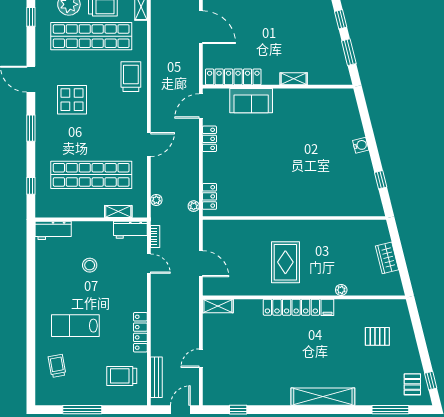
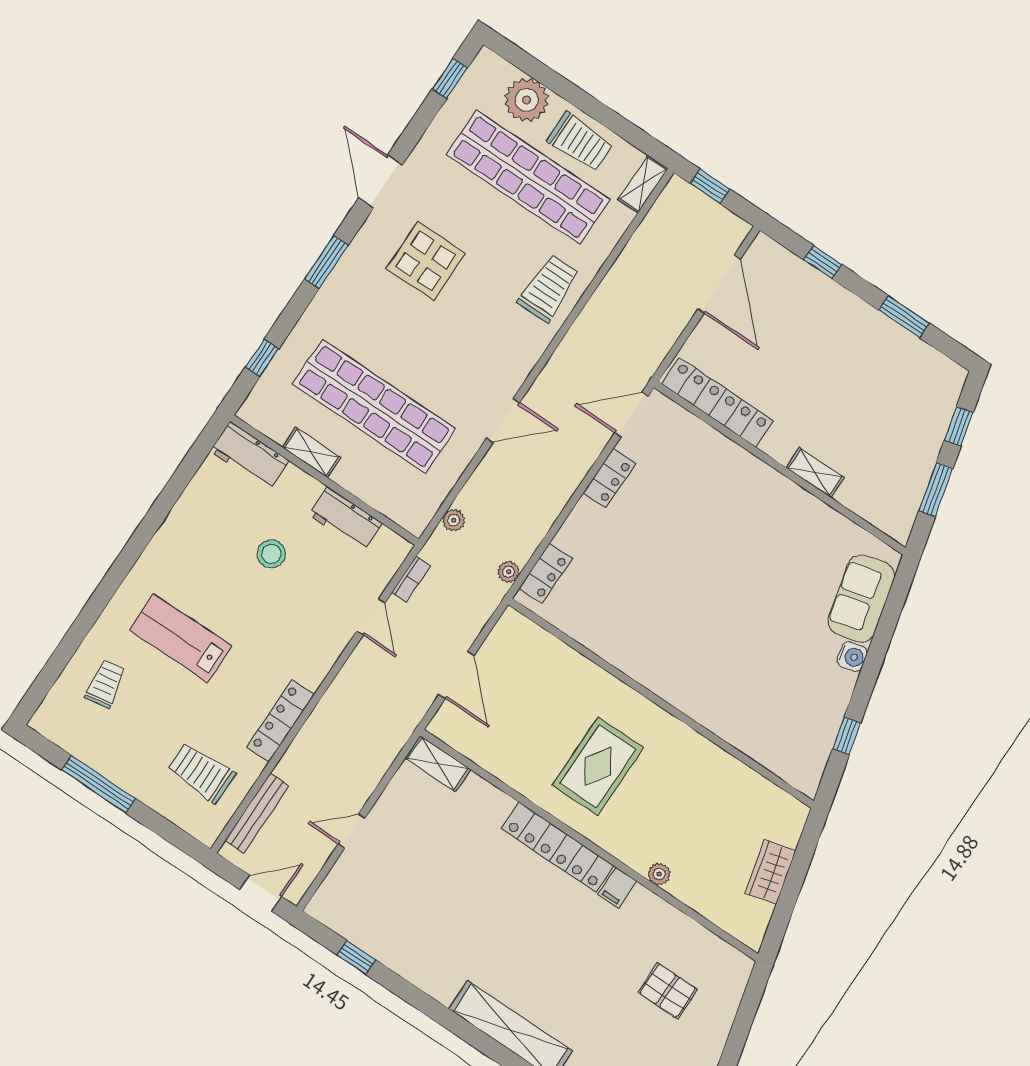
sofa: (251, 101) -> (861, 598), moved, turned 76
shelving: (118, 212) -> (311, 452), moved
workbench: (130, 230) -> (345, 519), moved

